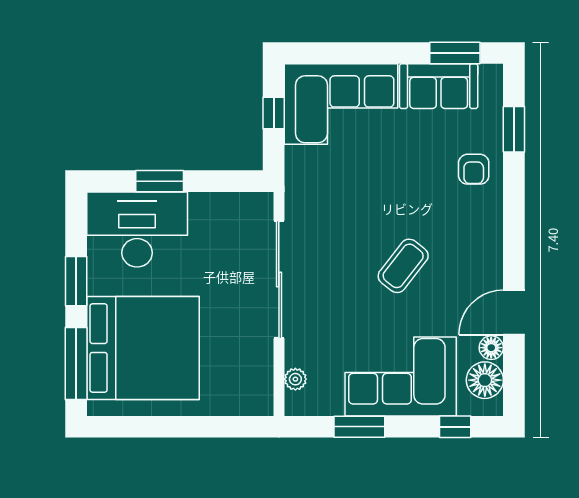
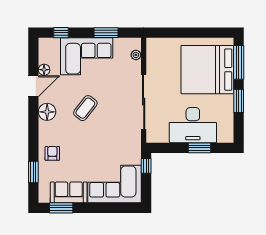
window: (274, 113) -> (146, 166), moved
desk: (137, 229) -> (193, 125), moved
floor lamp: (485, 380) -> (47, 112), moved

